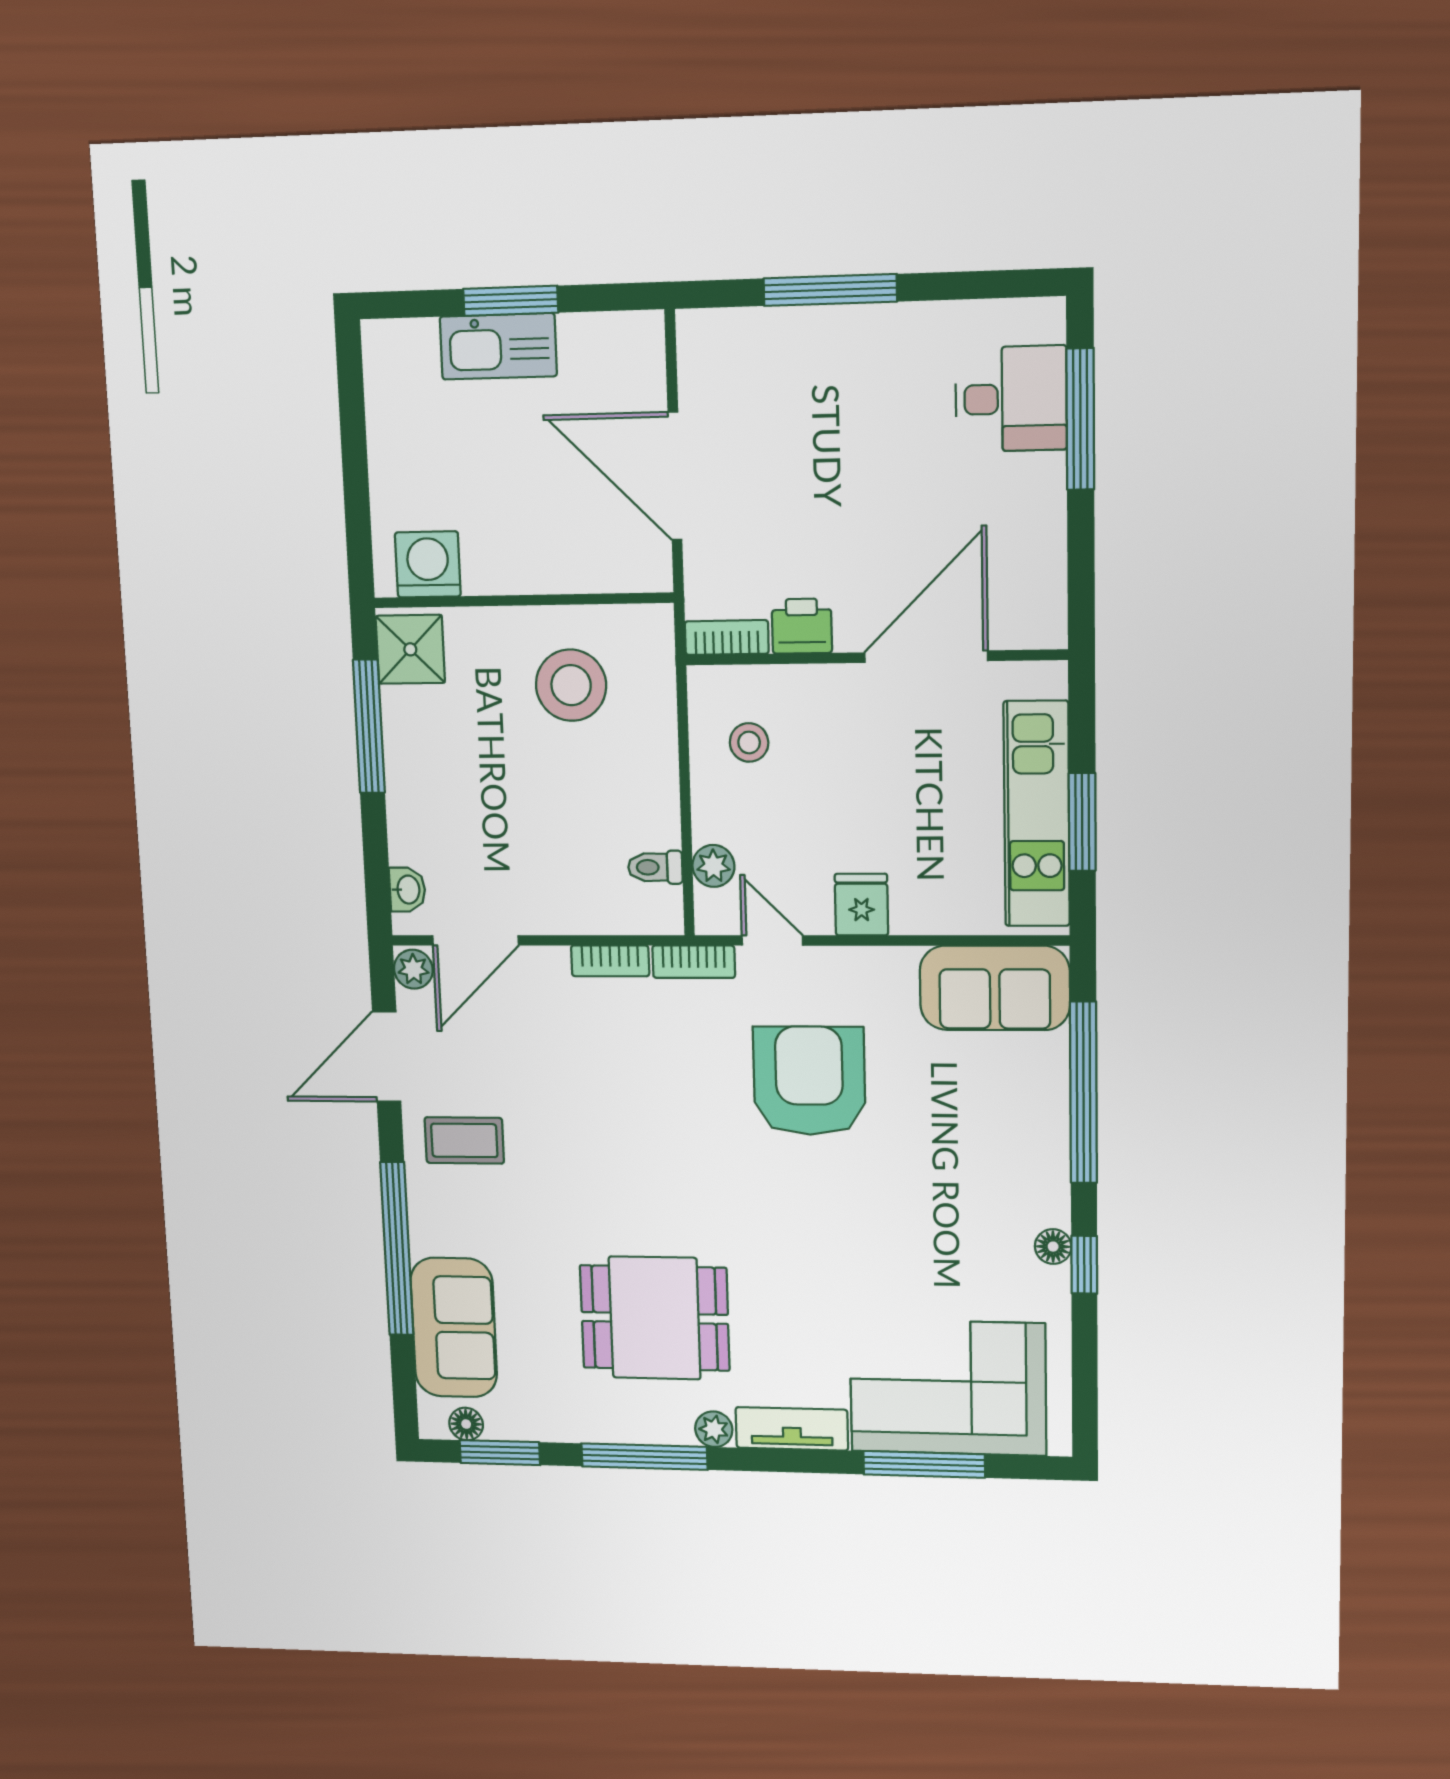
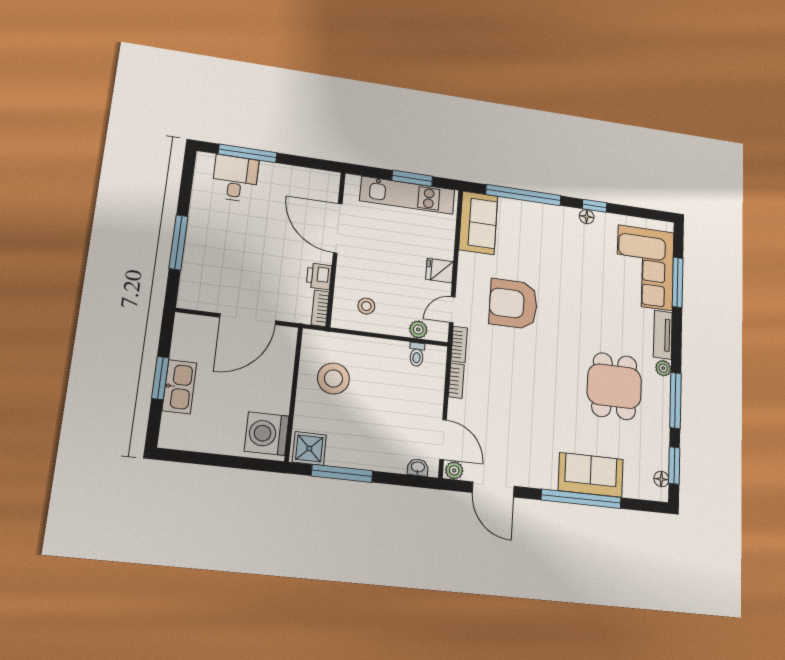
washing machine: (428, 564) -> (267, 434), width x1.37, depth x1.37
coffee table: (464, 1140) -> (533, 459), removed
sofa: (454, 1328) -> (591, 475), moved

